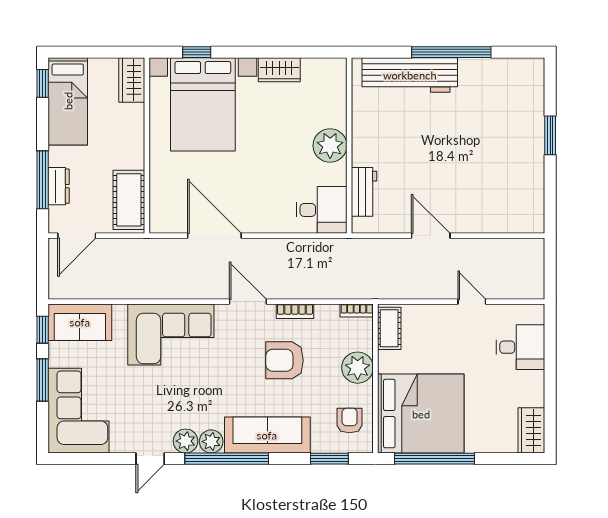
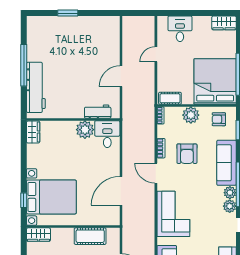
wardrobe: (279, 70) -> (33, 132), moved
plant: (330, 145) -> (85, 130), moved
cot: (129, 200) -> (90, 236), moved
door: (248, 302) -> (156, 173), hinge flipped

